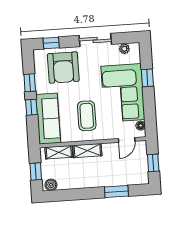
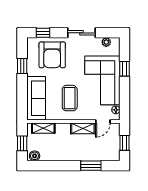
window: (31, 107) -> (22, 87), removed
shelving: (87, 151) -> (83, 128), moved

